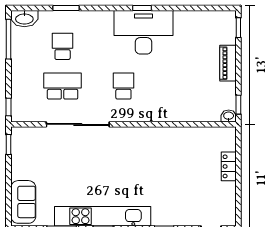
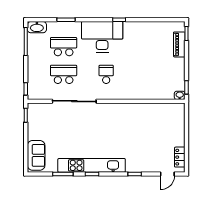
desk: (144, 32) -> (102, 37), moved
school desk: (63, 46) -> (64, 47), width x1.85
piano: (228, 63) -> (179, 44), moved
locker: (229, 166) -> (180, 157), moved

